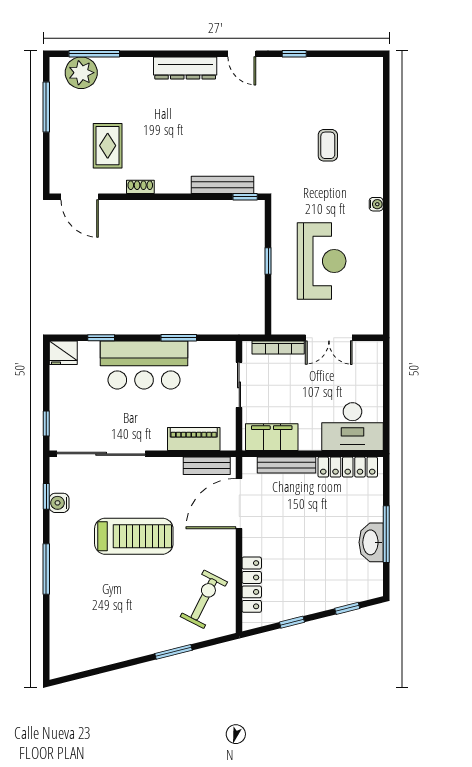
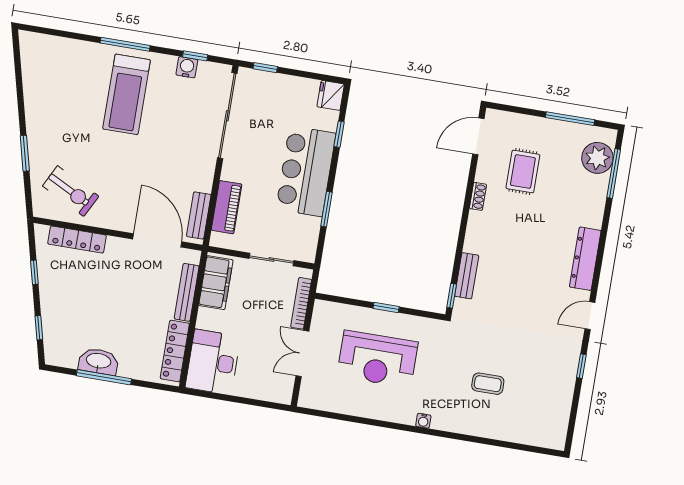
rug: (108, 146) -> (523, 172), turned 90
bench: (222, 185) -> (467, 276), width x0.73
treadmill: (134, 536) -> (127, 94), moved

